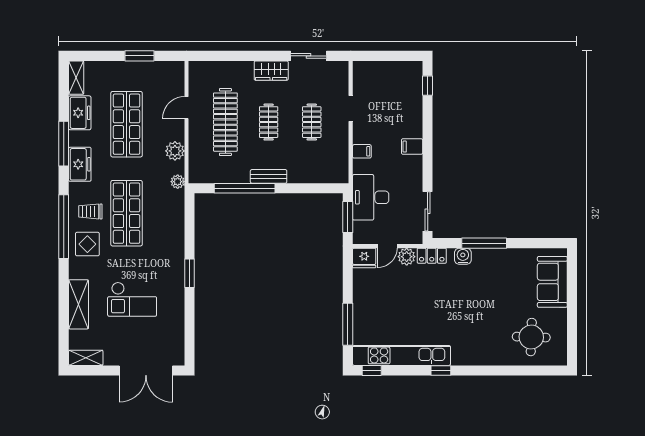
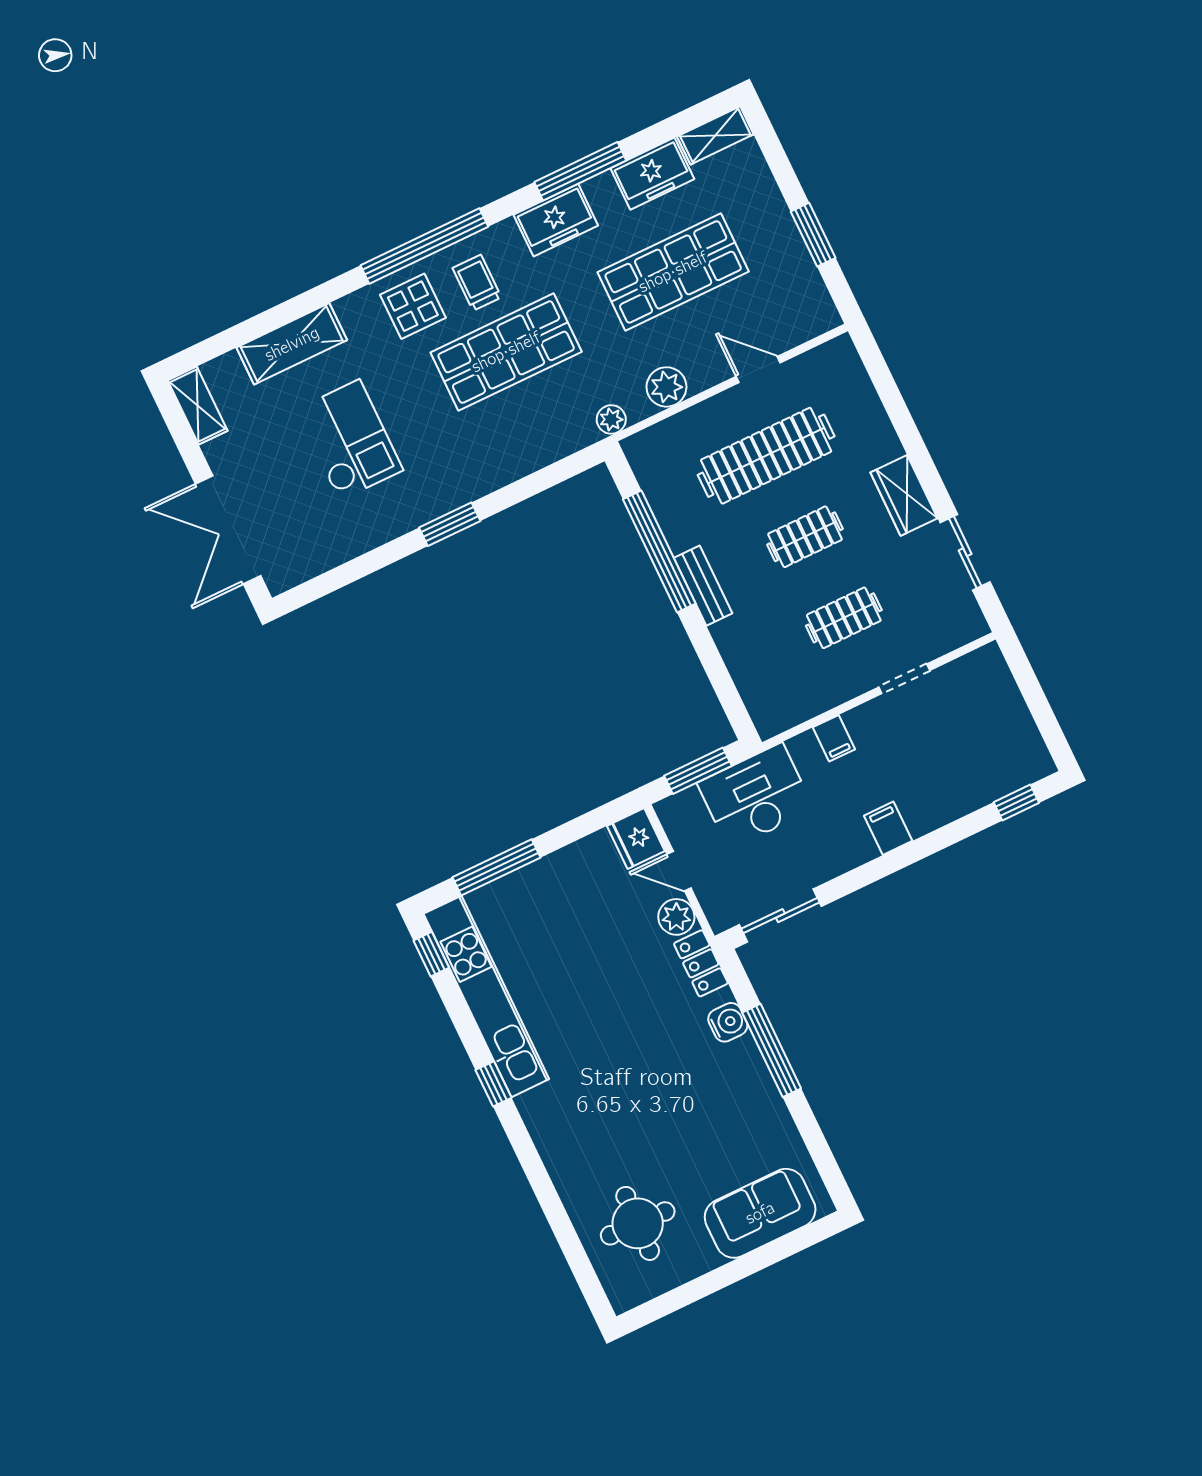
checkout: (132, 299) -> (349, 440), turned 180

